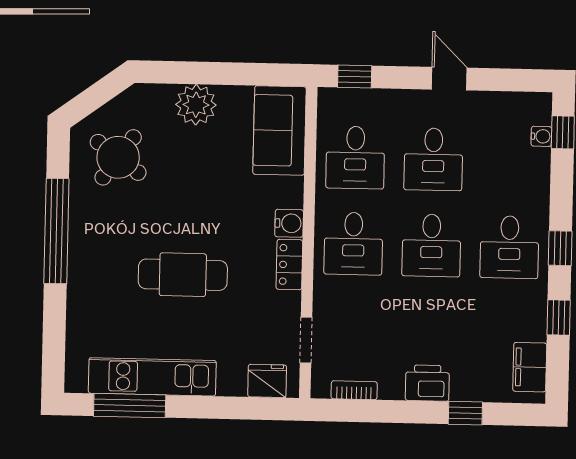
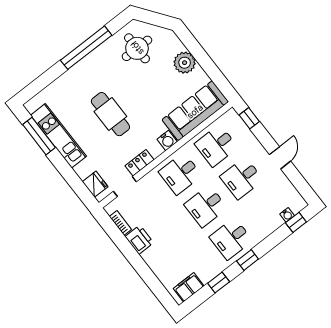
sofa: (279, 130) -> (195, 111), width x1.36
round table: (118, 157) -> (137, 48), turned -36
locker: (289, 265) -> (140, 163), moved
printer: (427, 383) -> (139, 240), moved
window: (465, 413) -> (148, 276), removed

